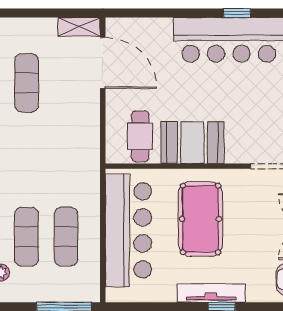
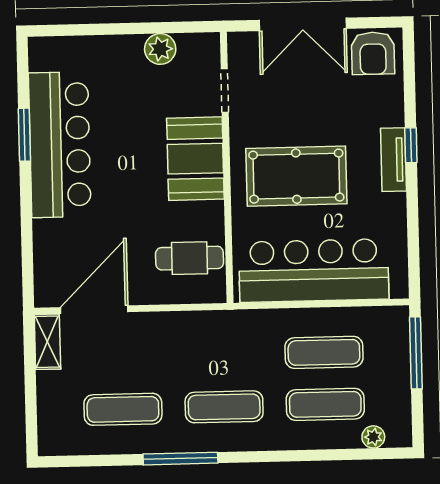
window: (237, 13) -> (24, 135), width x1.50
booth: (192, 143) -> (195, 159), moved
exercise mat: (26, 160) -> (224, 407), added
tv unit: (211, 293) -> (393, 160), width x0.71

